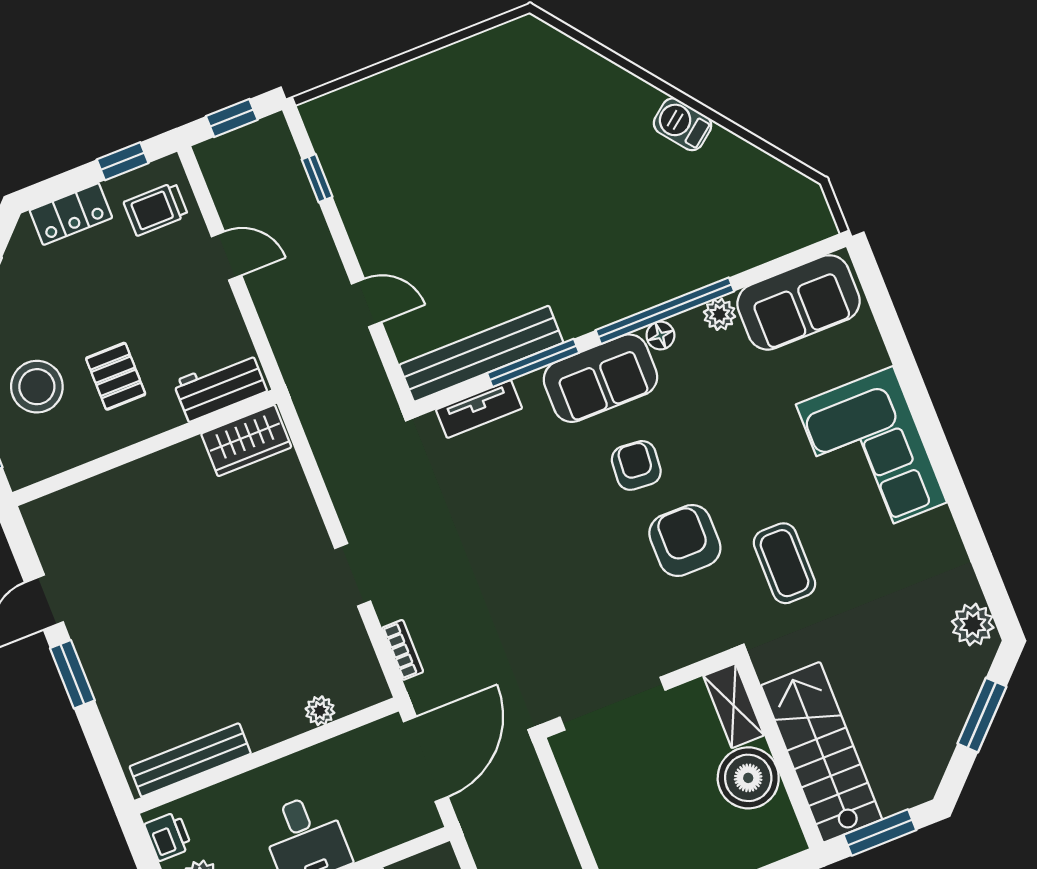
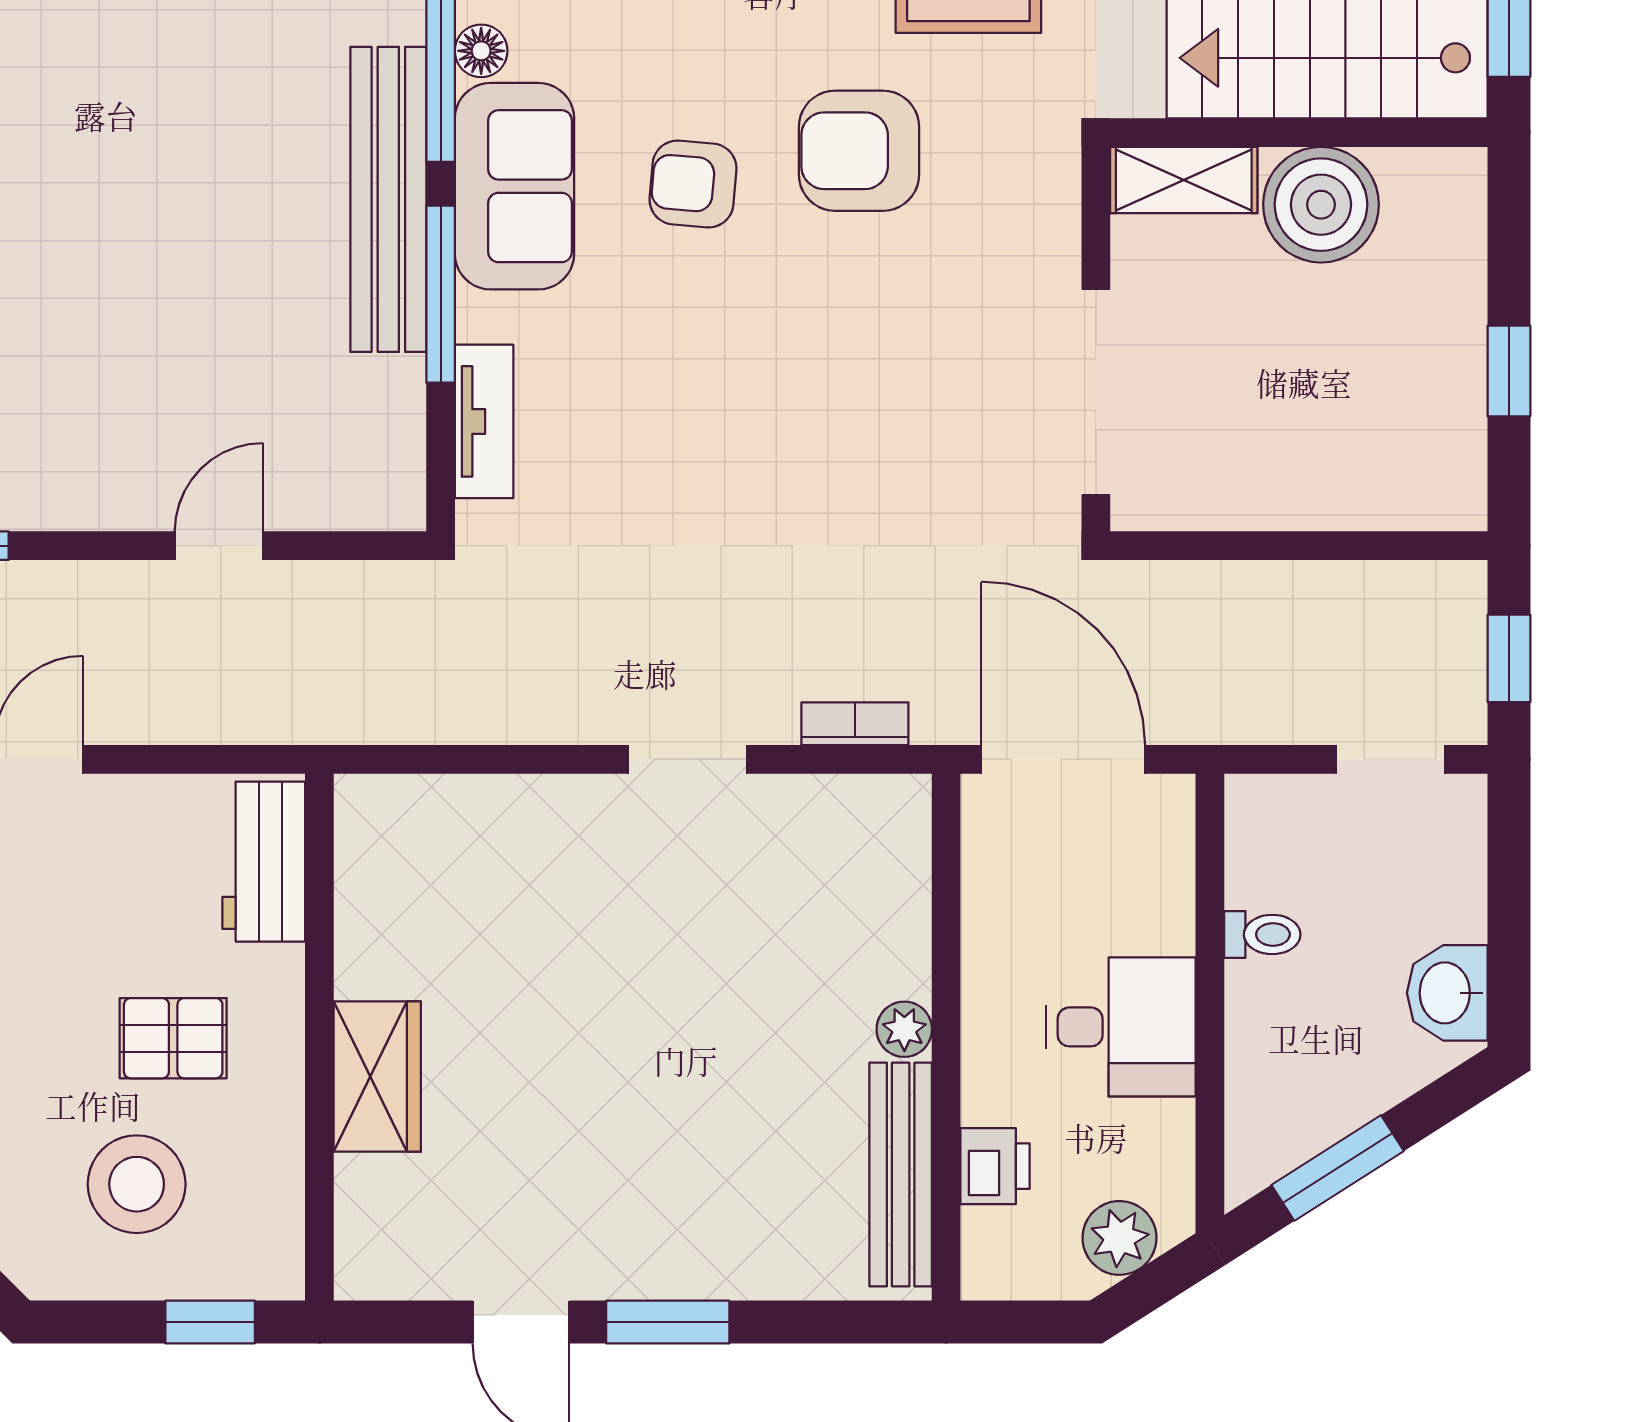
bench: (481, 354) -> (388, 199), moved
wardrobe: (246, 441) -> (377, 1077), moved
plant: (320, 711) -> (904, 1029), moved
printer: (168, 836) -> (995, 1166), moved, turned 90

